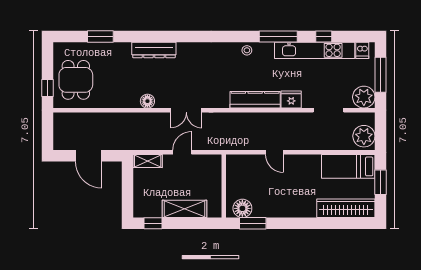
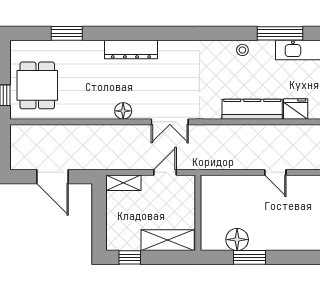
wall: (224, 186) -> (198, 213), moved

